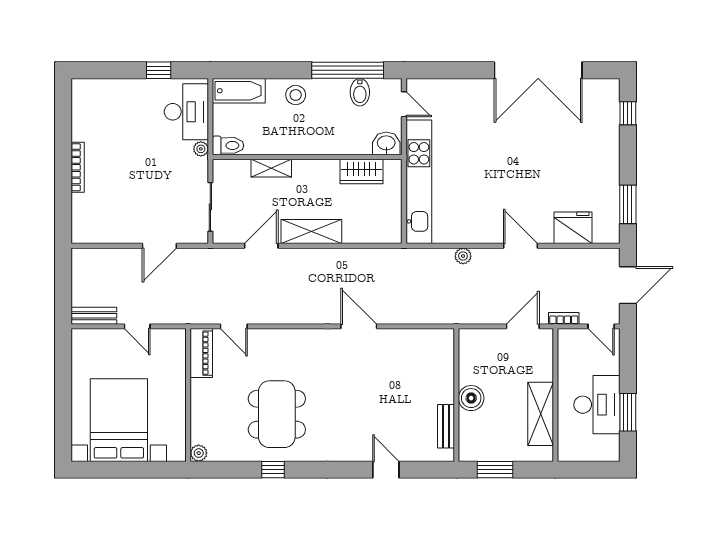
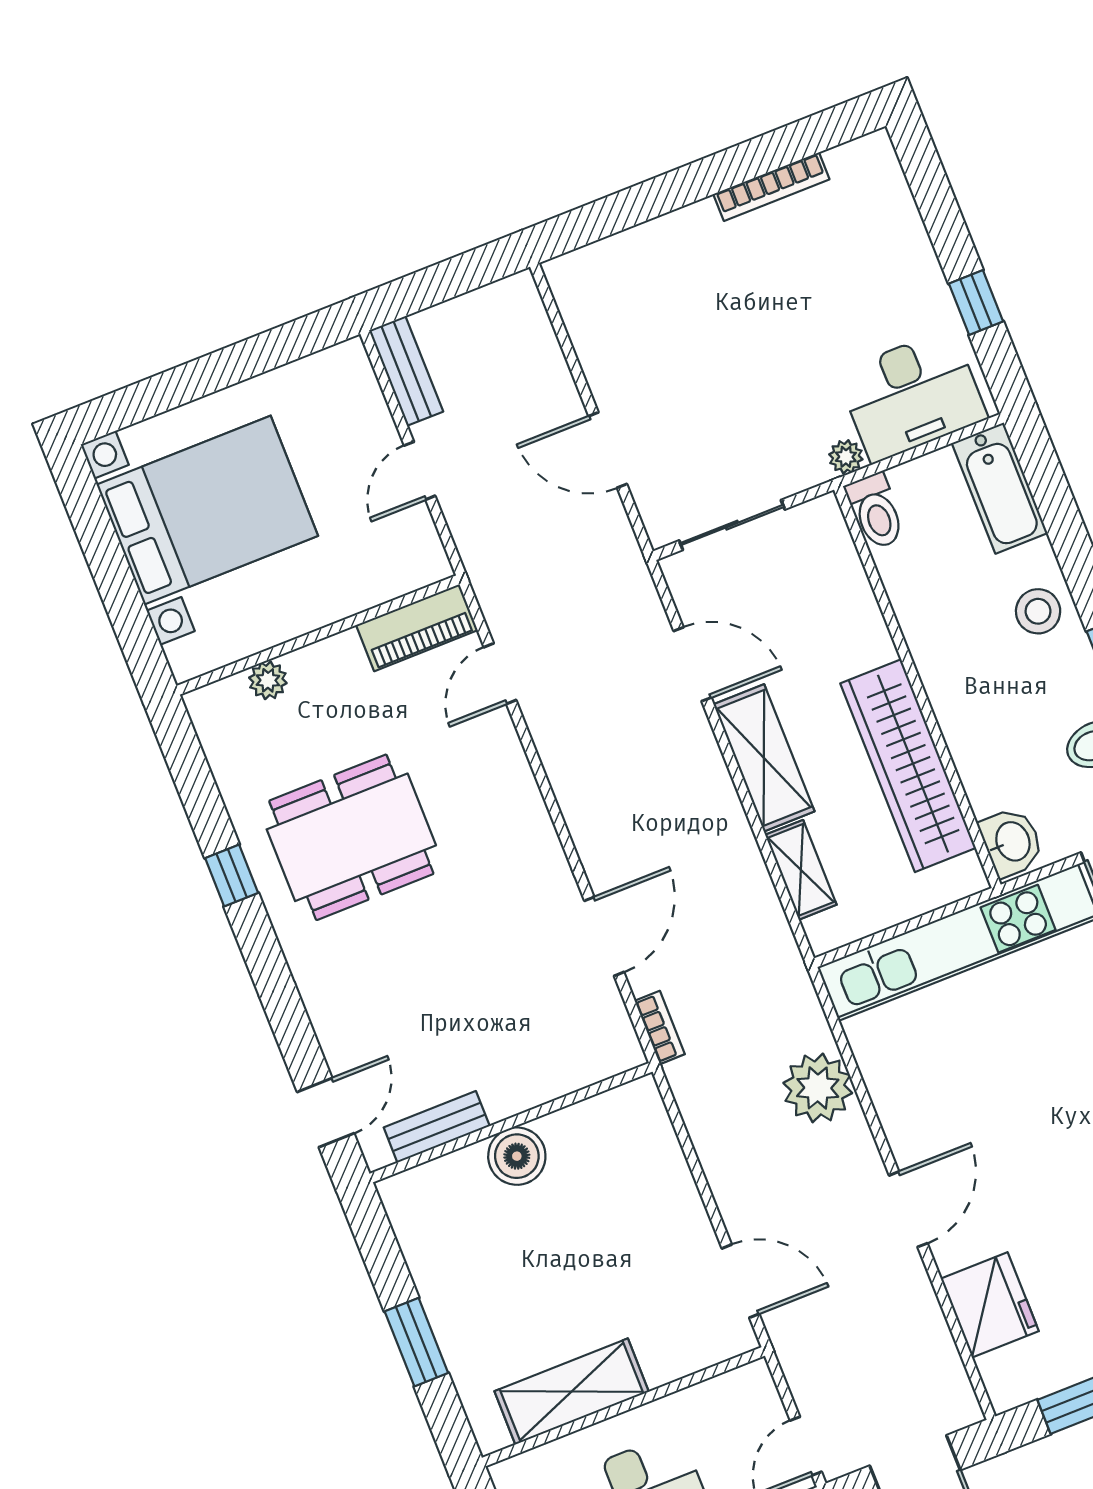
bookcase: (78, 167) -> (771, 187), moved
shelving: (271, 168) -> (801, 870), moved
wardrobe: (362, 171) -> (908, 766), width x2.10, depth x1.17
plant: (463, 256) -> (818, 1088), width x1.87, depth x1.87
bookcase: (564, 318) -> (660, 1027), moved
wall: (456, 395) -> (511, 1123), moved
boiler: (471, 398) -> (517, 1156), moved
bench: (446, 426) -> (437, 1127), moved
plant: (199, 453) -> (268, 680), moved

